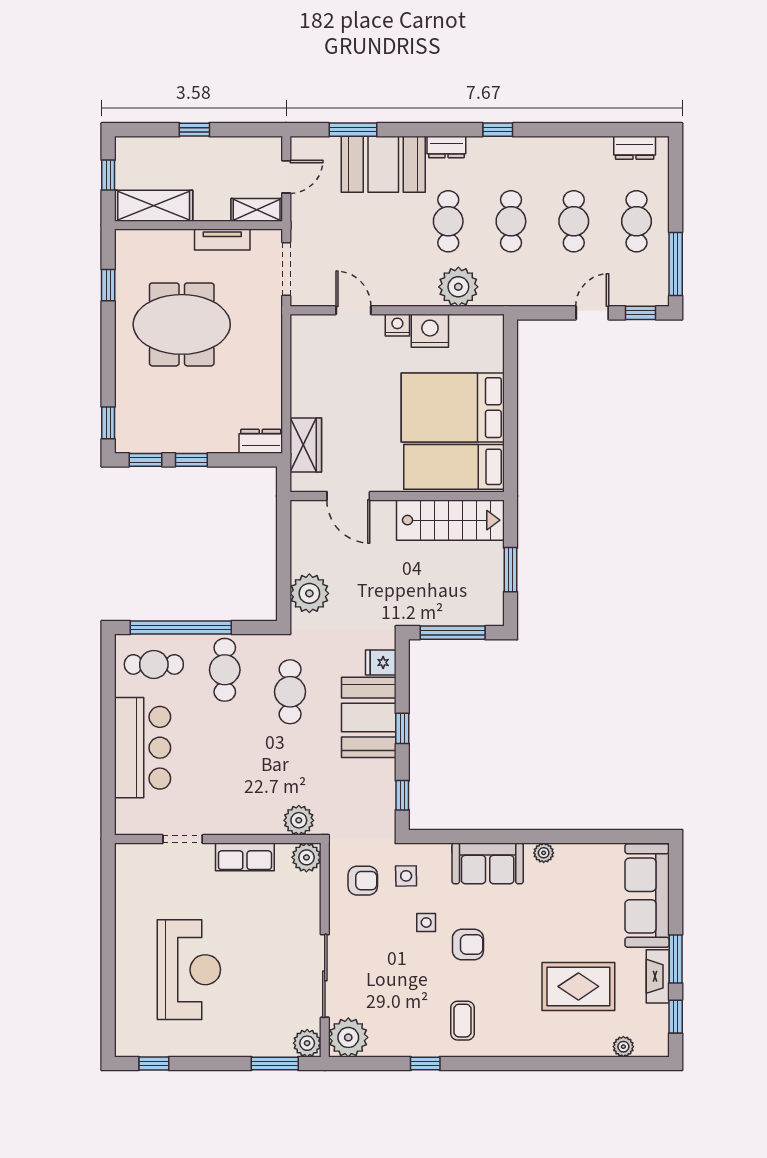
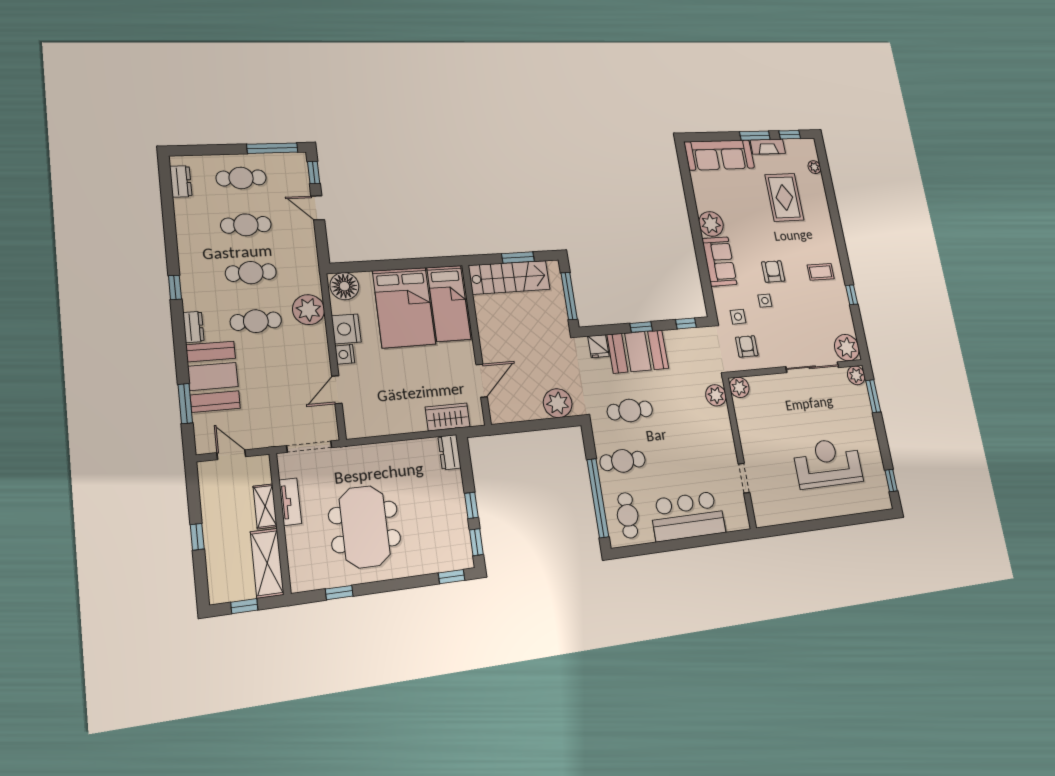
shelving: (257, 210) -> (265, 506), moved
floor lamp: (486, 335) -> (344, 286), added
stairs: (450, 520) -> (509, 277), moved, turned 90
plant: (544, 853) -> (711, 224), width x1.88, depth x1.88
row of seats: (245, 857) -> (747, 431), removed

